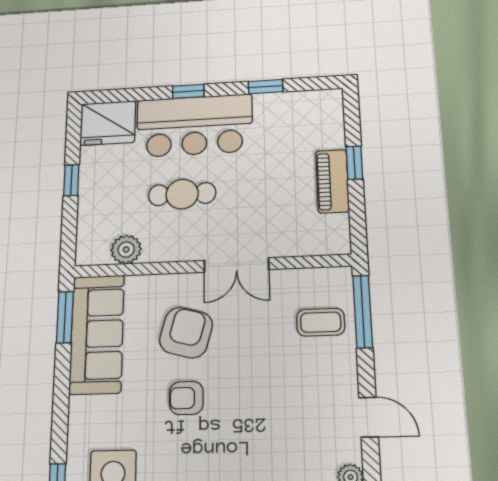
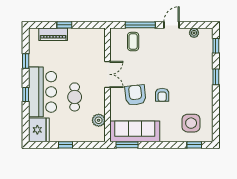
piano: (332, 181) -> (53, 34), moved
window: (363, 311) -> (140, 25), moved
armchair: (186, 333) -> (135, 95), turned 69

